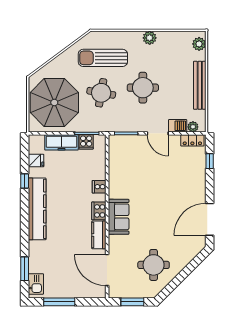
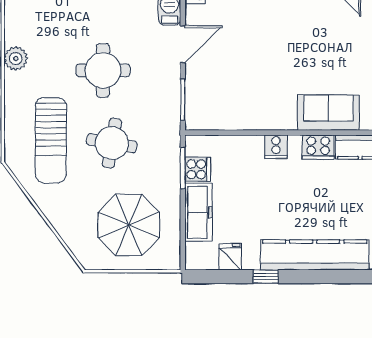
parasol: (54, 103) -> (129, 225), width x0.73, depth x0.73

